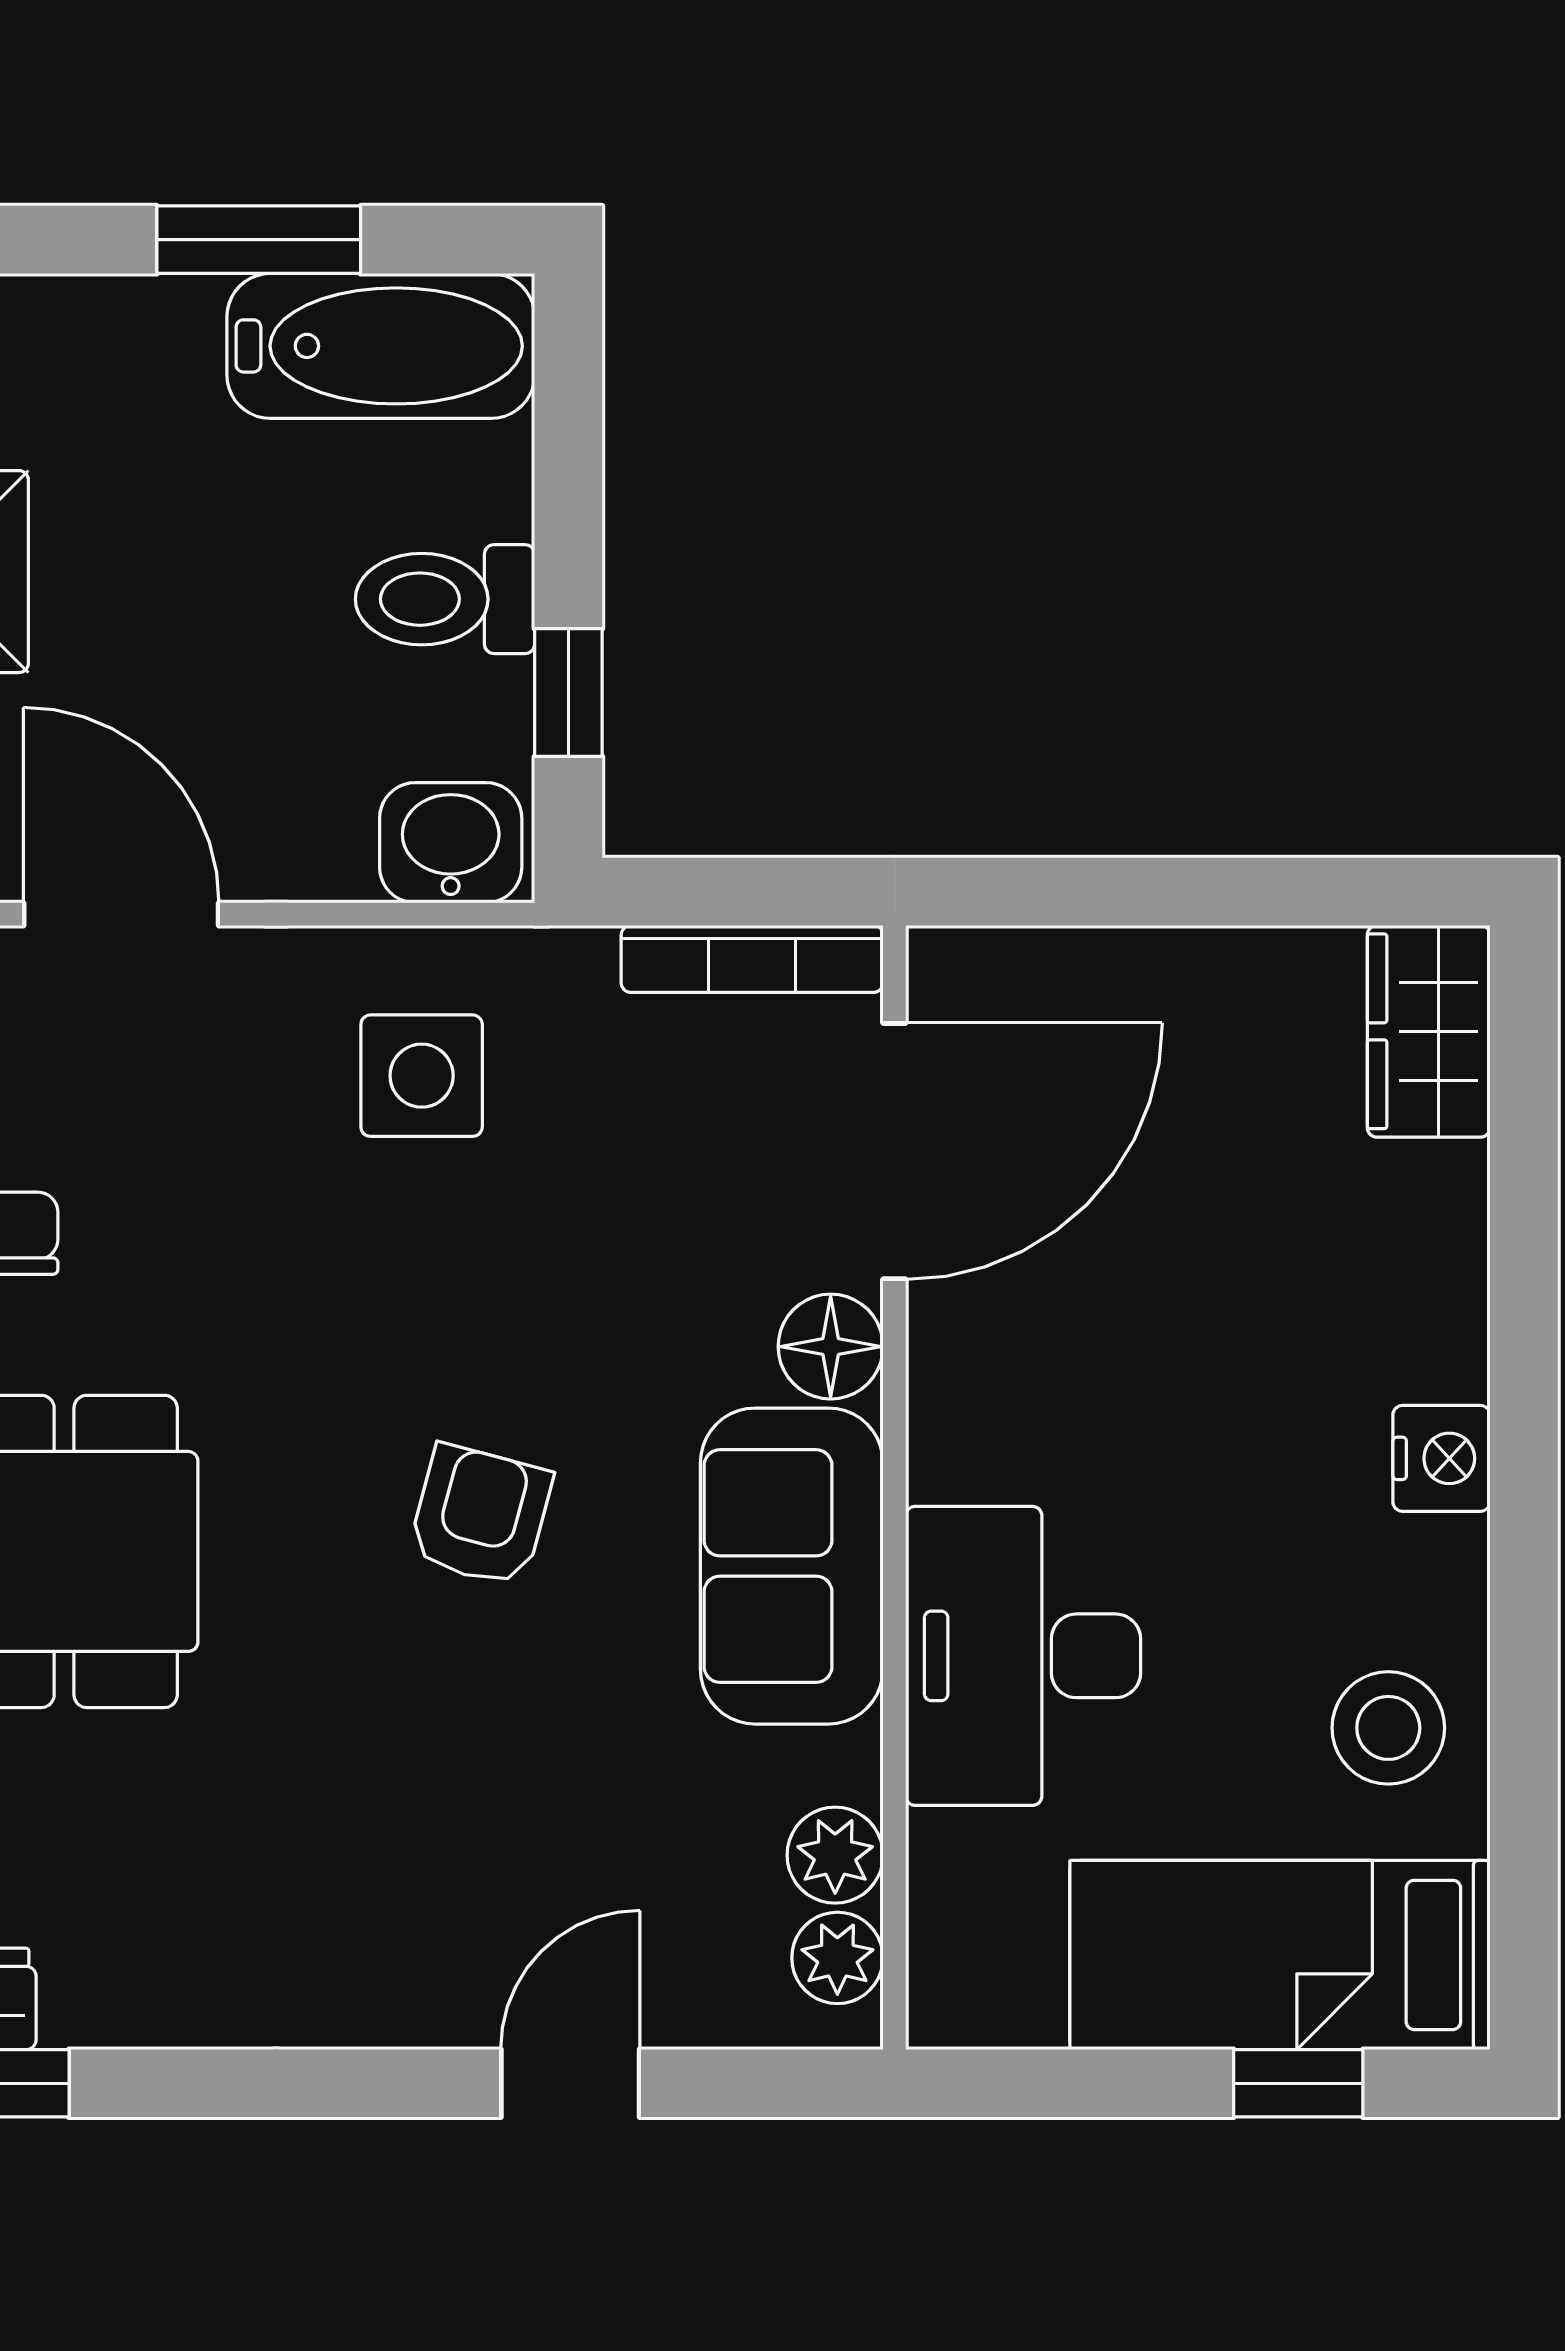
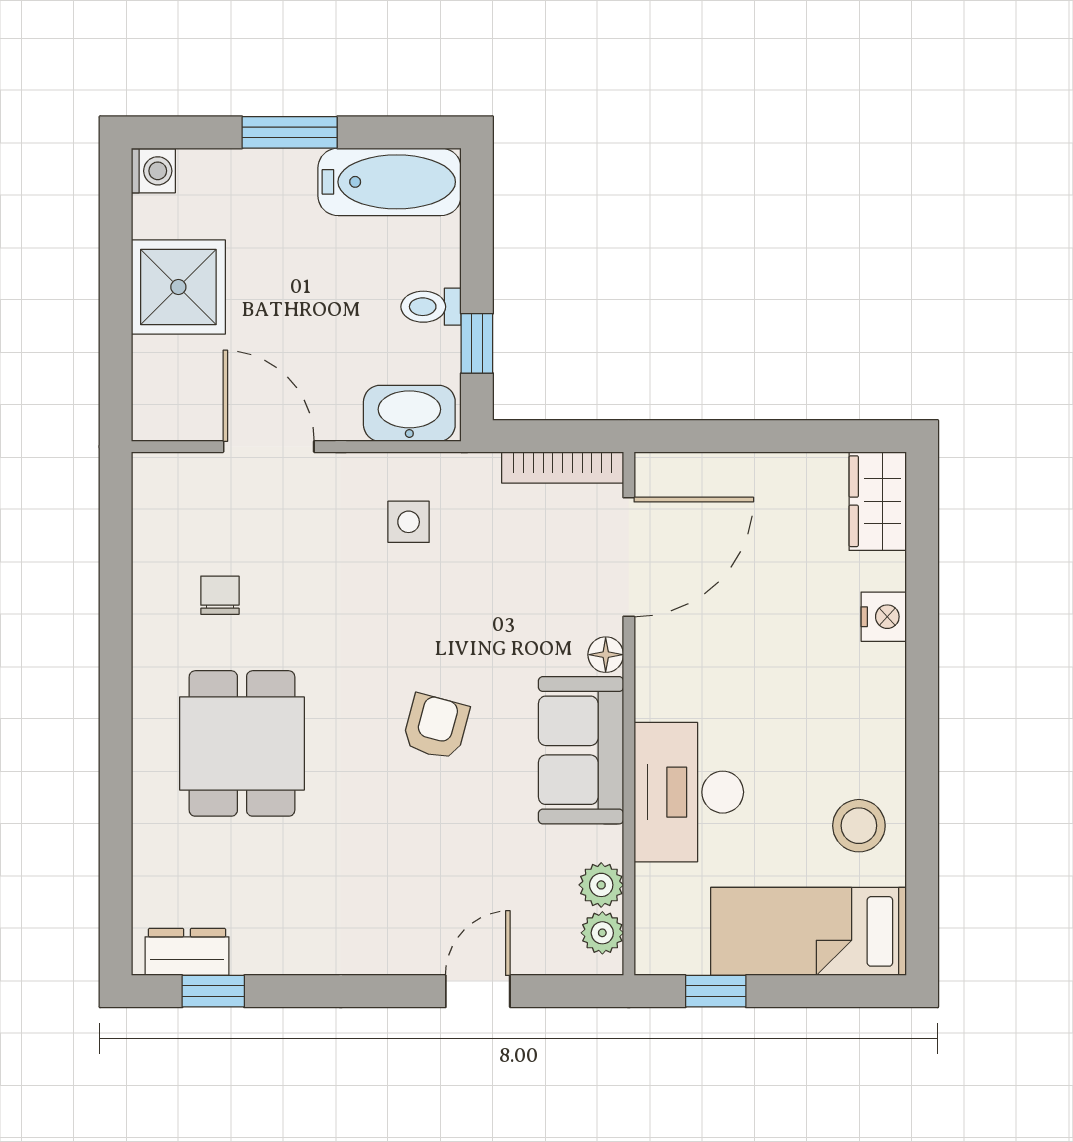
window: (259, 240) -> (290, 132), moved
toilet: (445, 599) -> (431, 307), width x0.73, depth x0.72
washbasin: (451, 843) -> (409, 413), width x1.38
side table: (422, 1076) -> (409, 522), width x0.73, depth x0.73
floor lamp: (831, 1347) -> (606, 655), width x0.73, depth x0.73
nightstand: (1441, 1458) -> (884, 617), moved
window: (1298, 2083) -> (716, 991), moved

